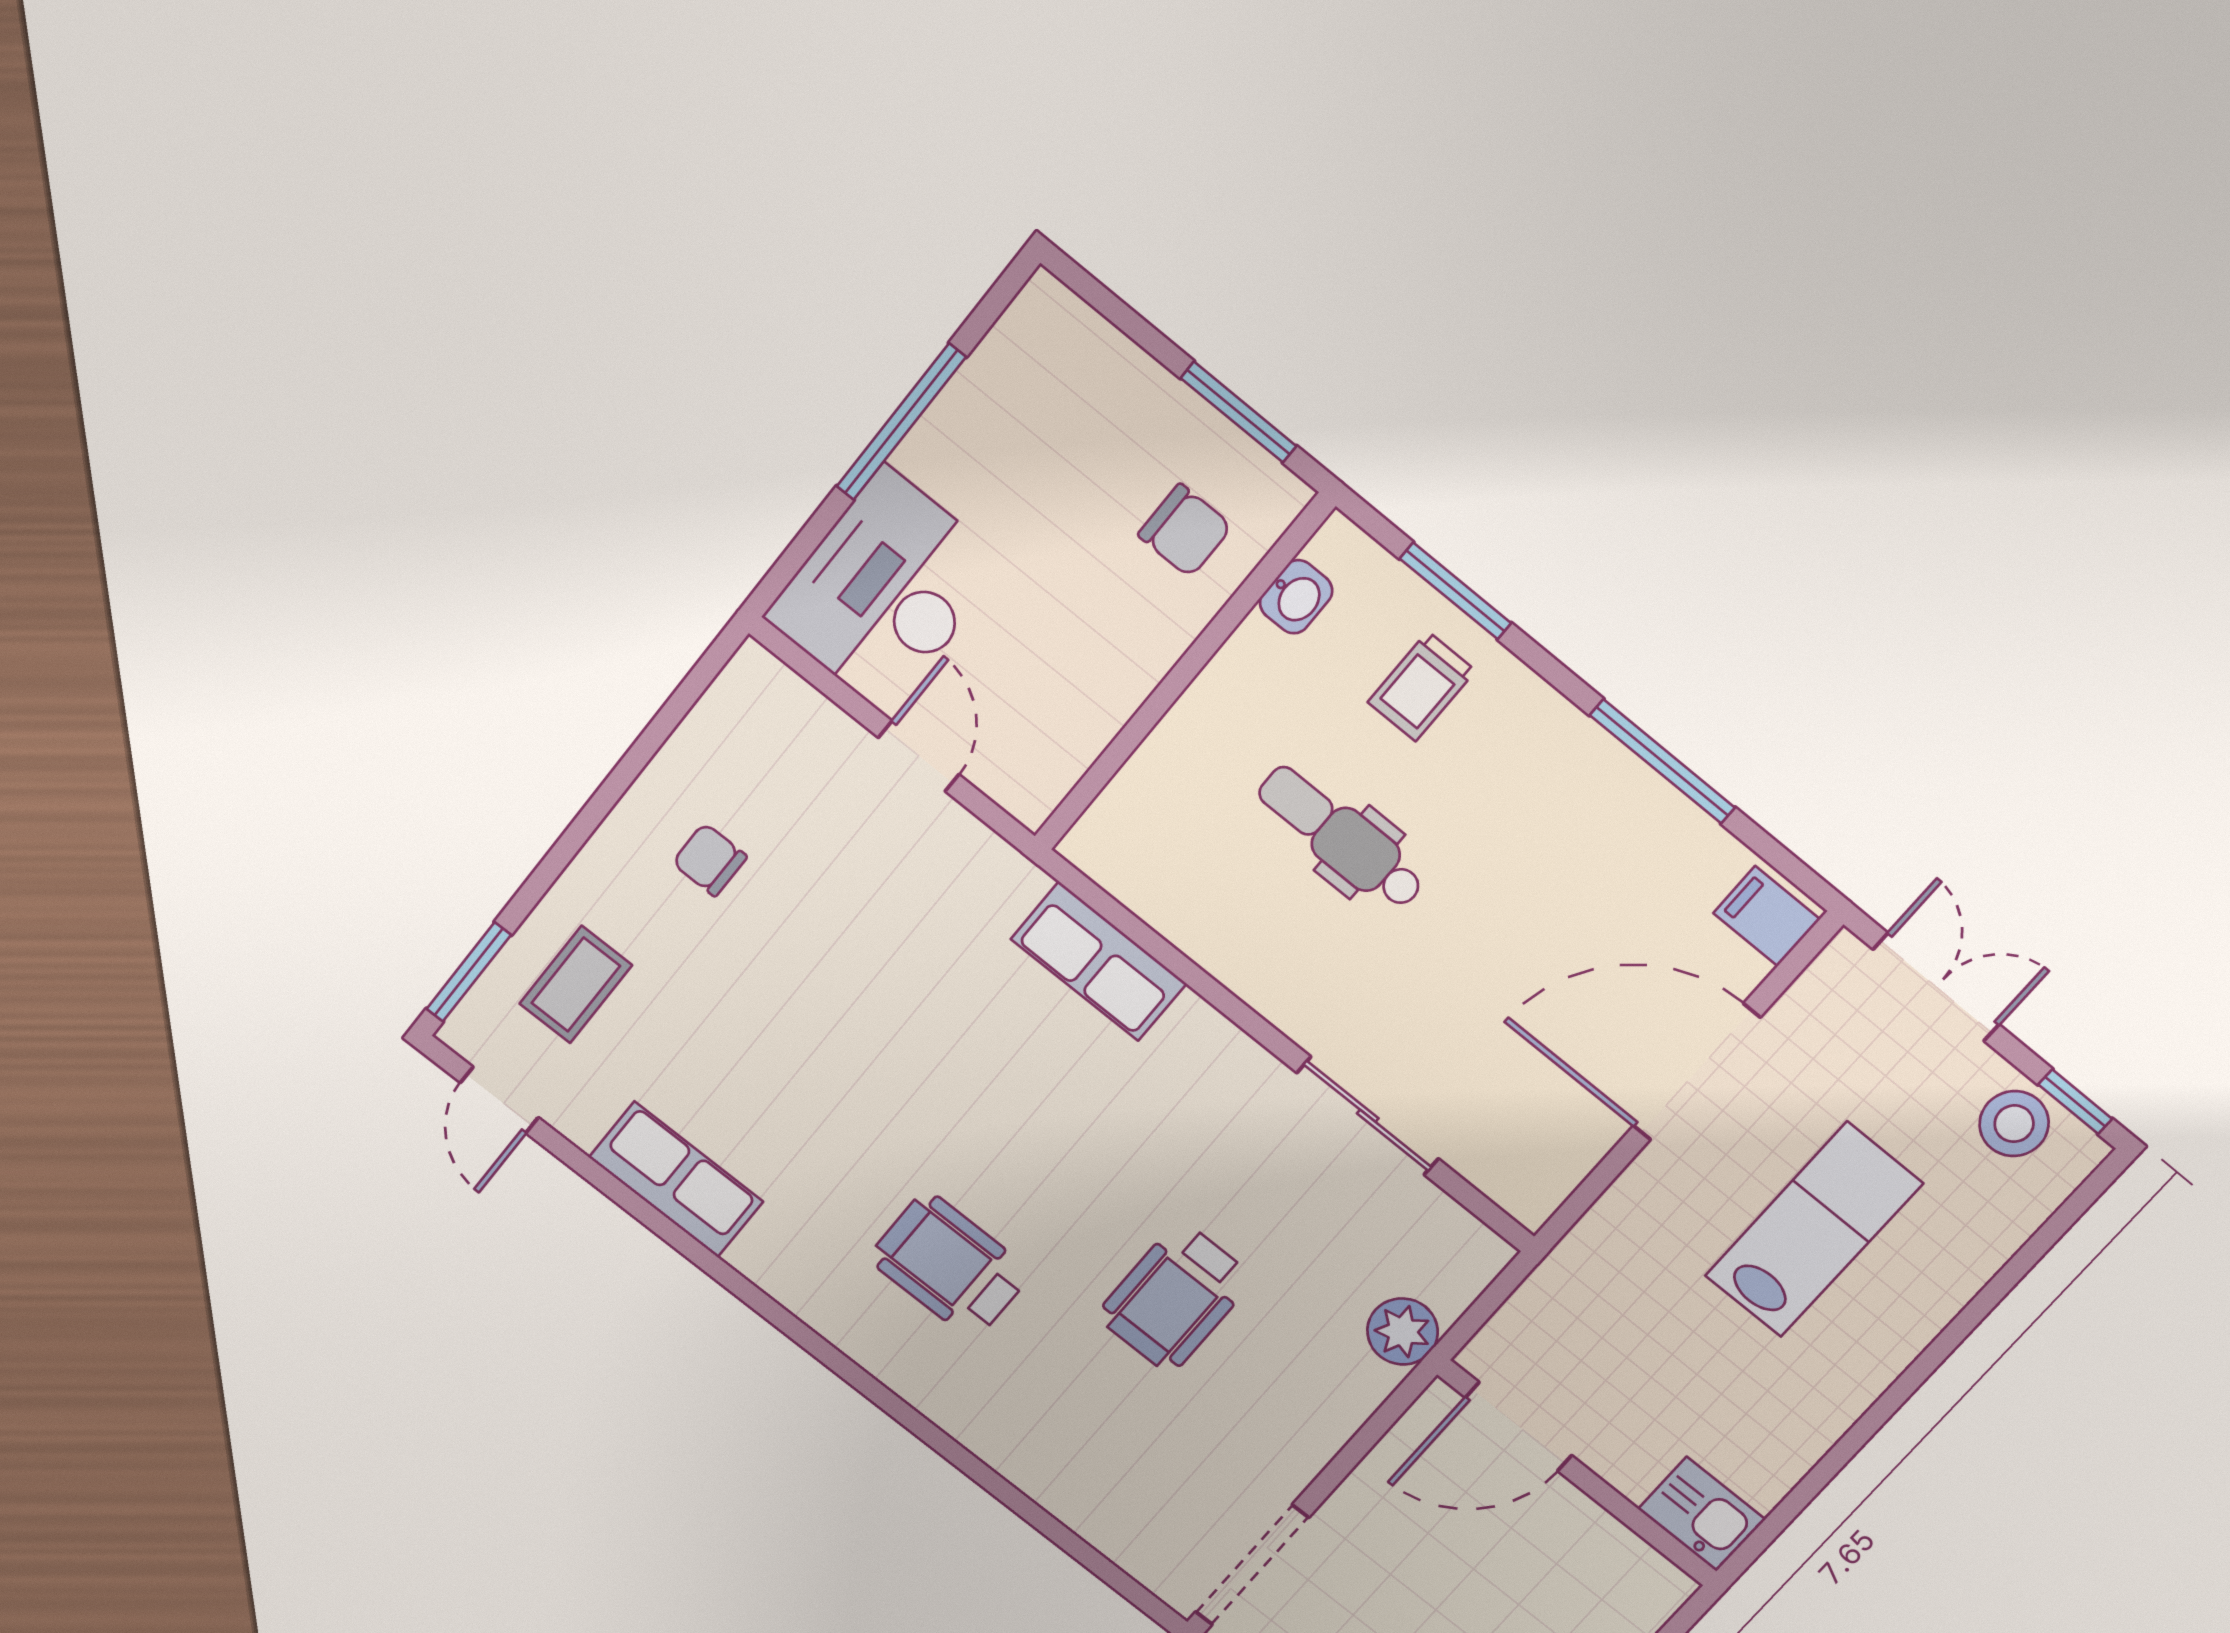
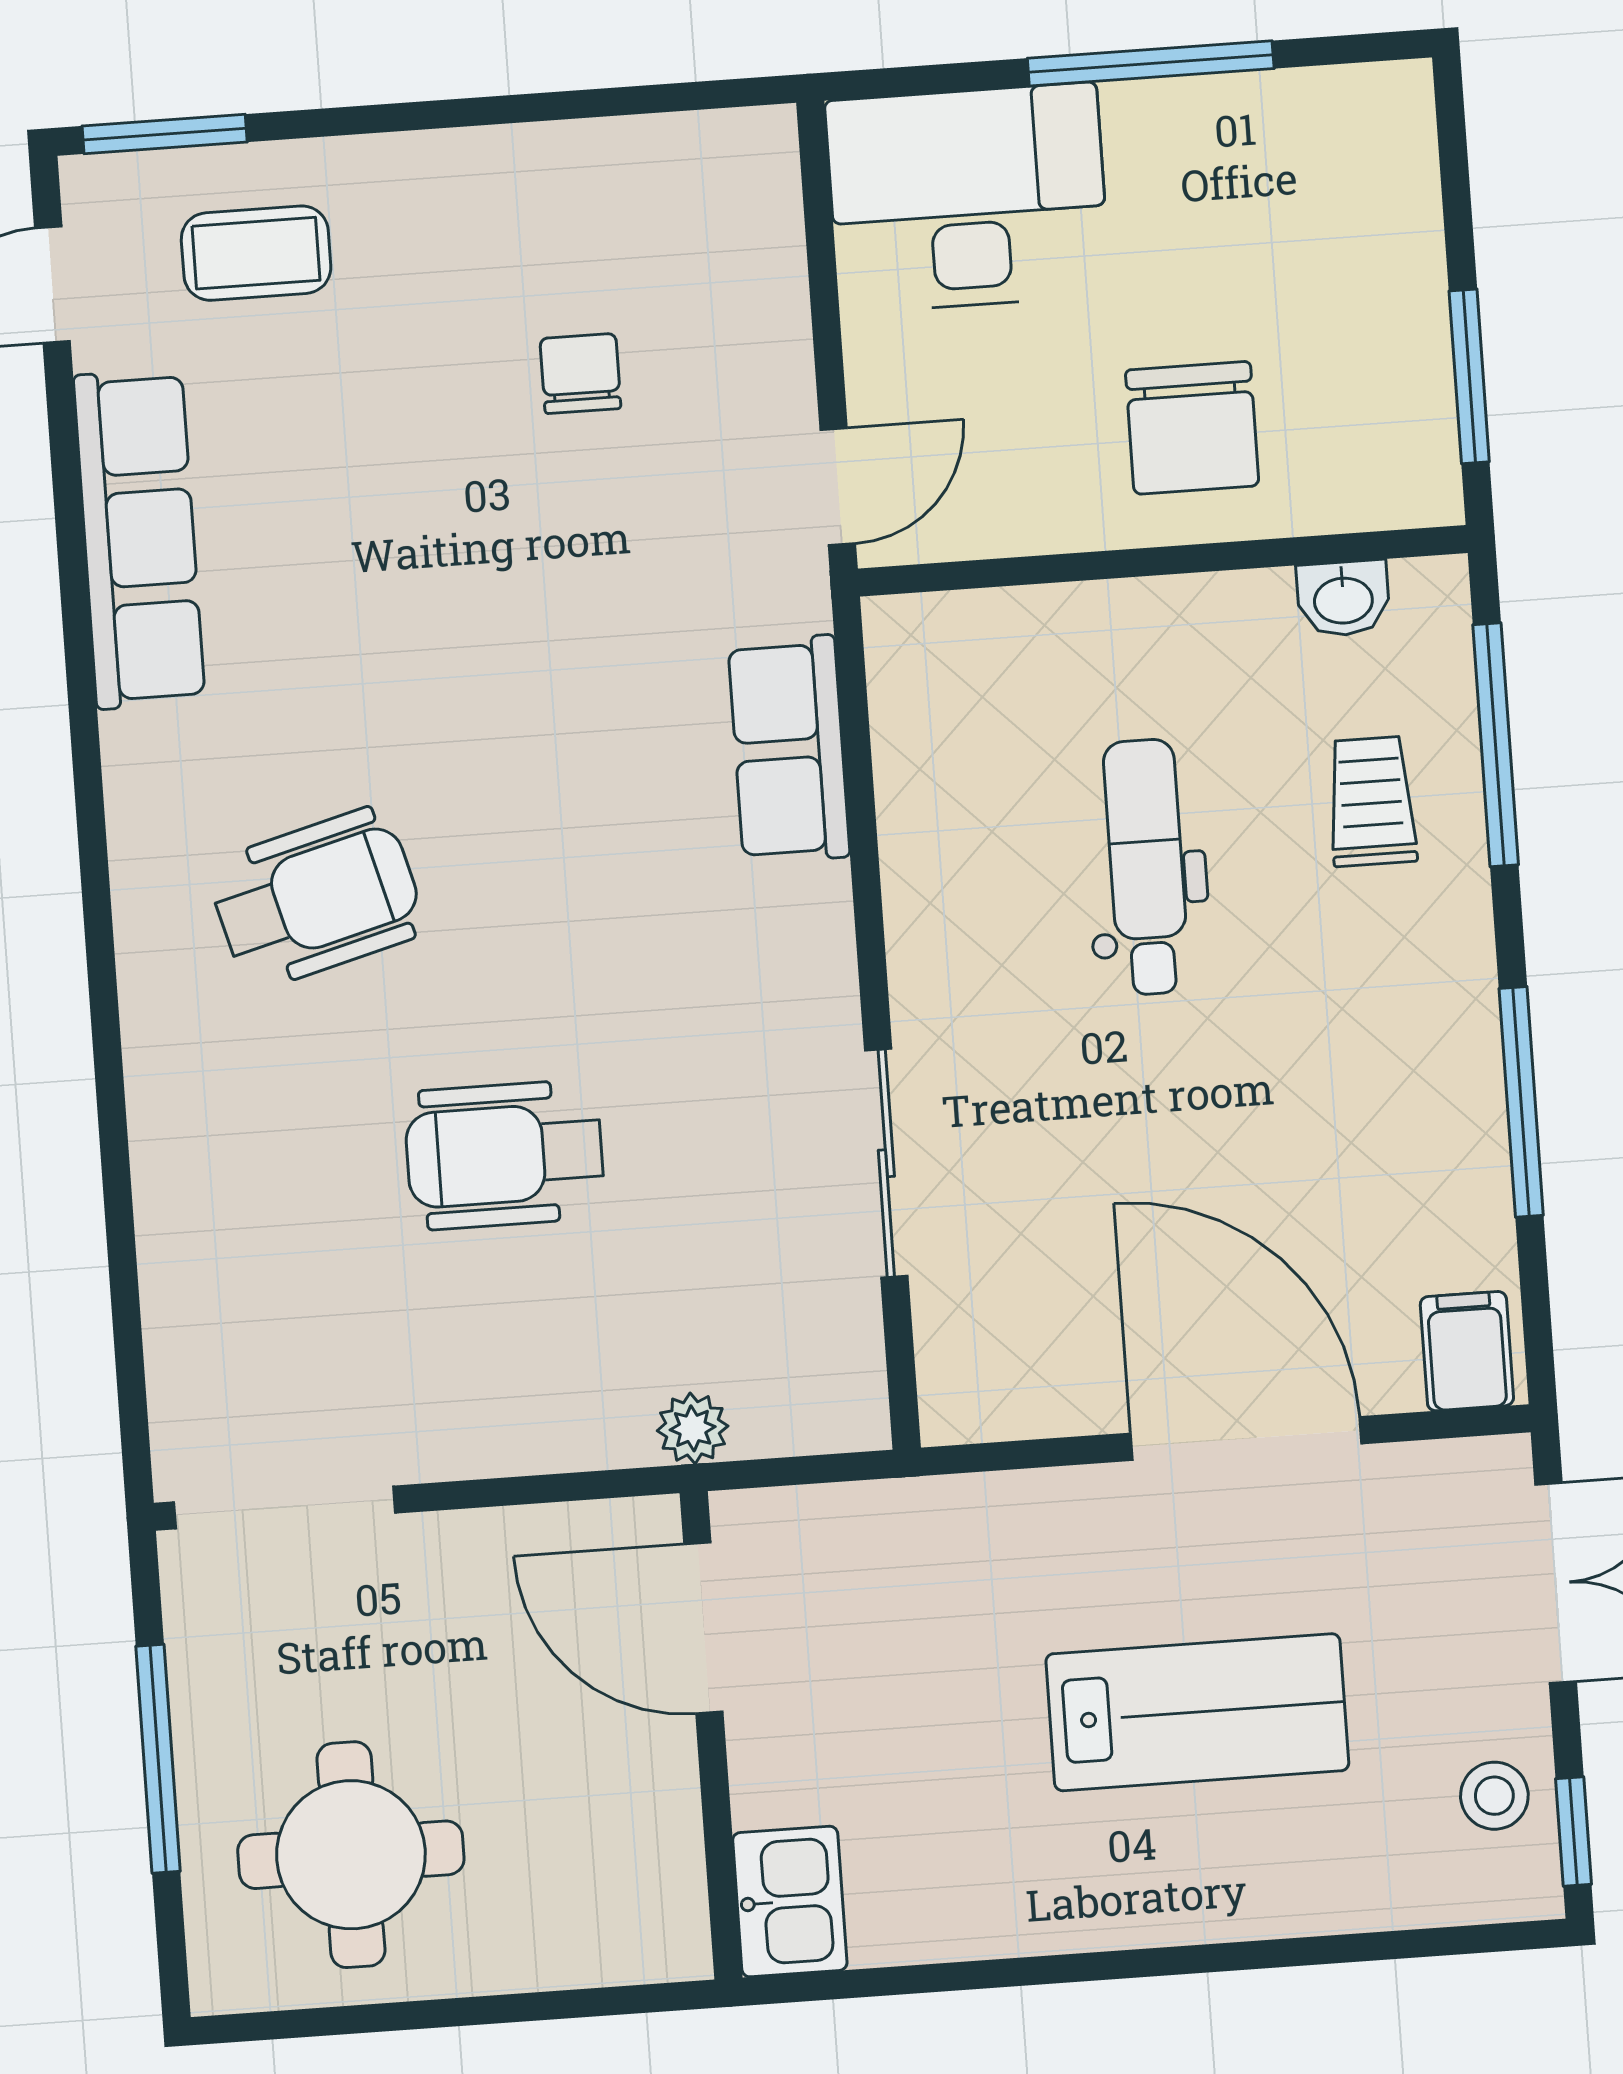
chair: (1185, 531) -> (1192, 428), moved, width x1.37, depth x1.37
window: (1455, 591) -> (1496, 745), width x1.44
trolley: (1422, 686) -> (1372, 801), turned 90
door: (919, 756) -> (838, 486), moved
chair: (710, 860) -> (580, 373), moved
stool: (2014, 1124) -> (1494, 1796), width x0.73, depth x0.73
row of seats: (676, 1180) -> (139, 539), width x1.48
wheelchair: (950, 1265) -> (316, 898), turned 75
plant: (1403, 1331) -> (693, 1428), width x0.73, depth x0.73

